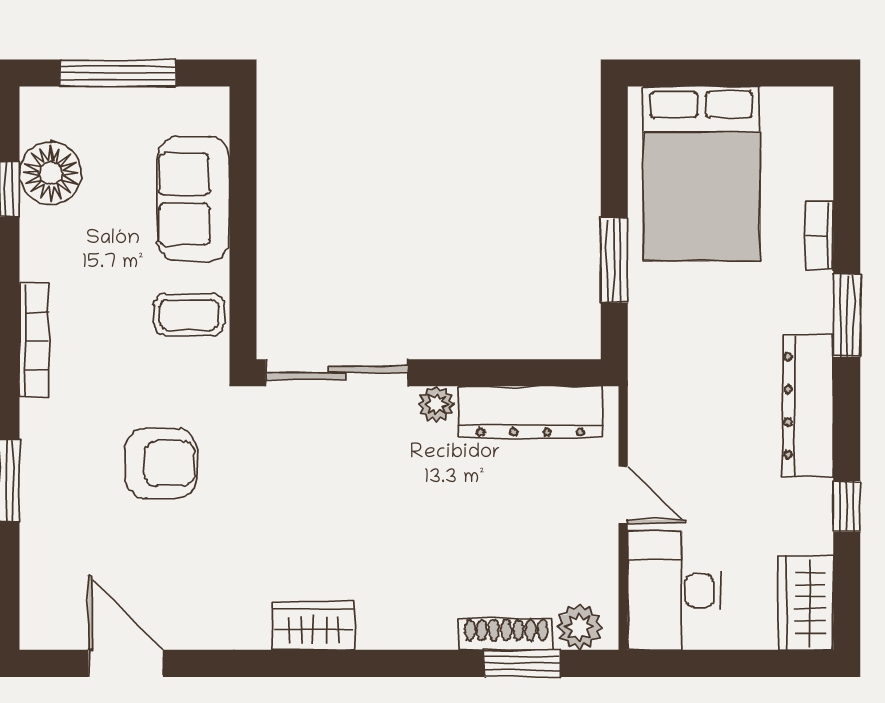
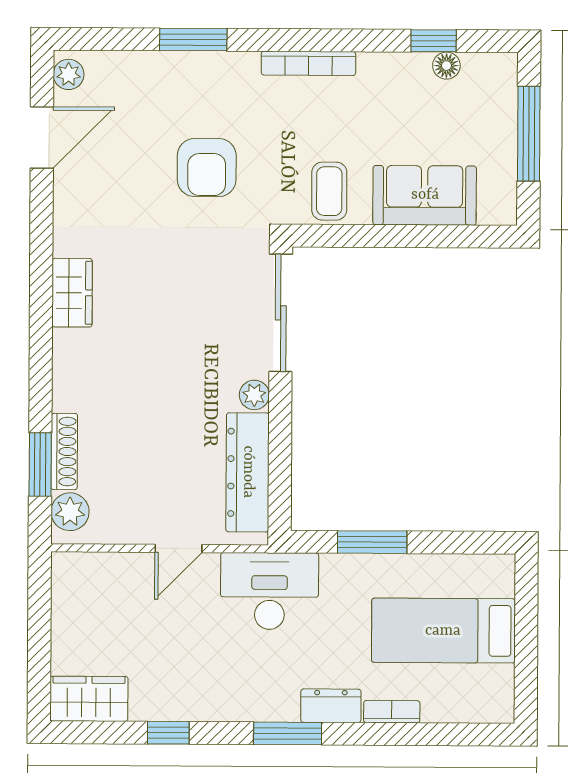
floor lamp: (51, 173) -> (446, 66), width x0.53, depth x0.53
bed: (702, 173) -> (443, 631), width x0.67
window: (847, 315) -> (288, 733), moved
dresser: (808, 406) -> (331, 706), moved, width x0.51, depth x0.80
desk: (674, 591) -> (270, 591), moved
plant: (49, 631) -> (69, 74), added

